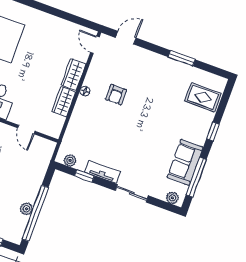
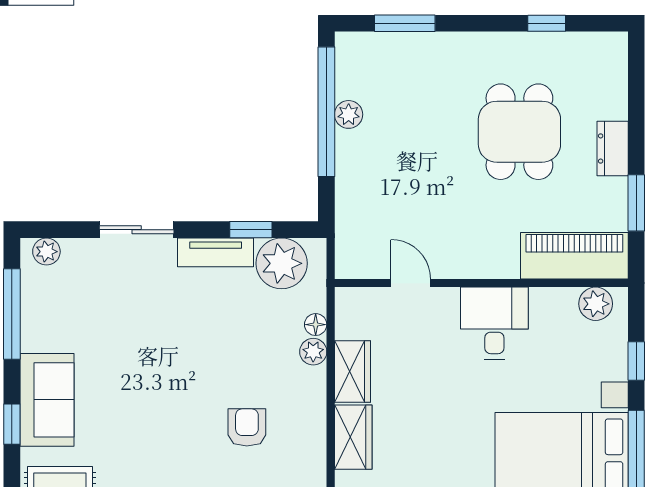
floor lamp: (85, 91) -> (316, 325), moved
plant: (77, 116) -> (313, 352), added
plant: (70, 160) -> (282, 263), width x1.88, depth x1.88
sofa: (185, 162) -> (47, 400), moved

